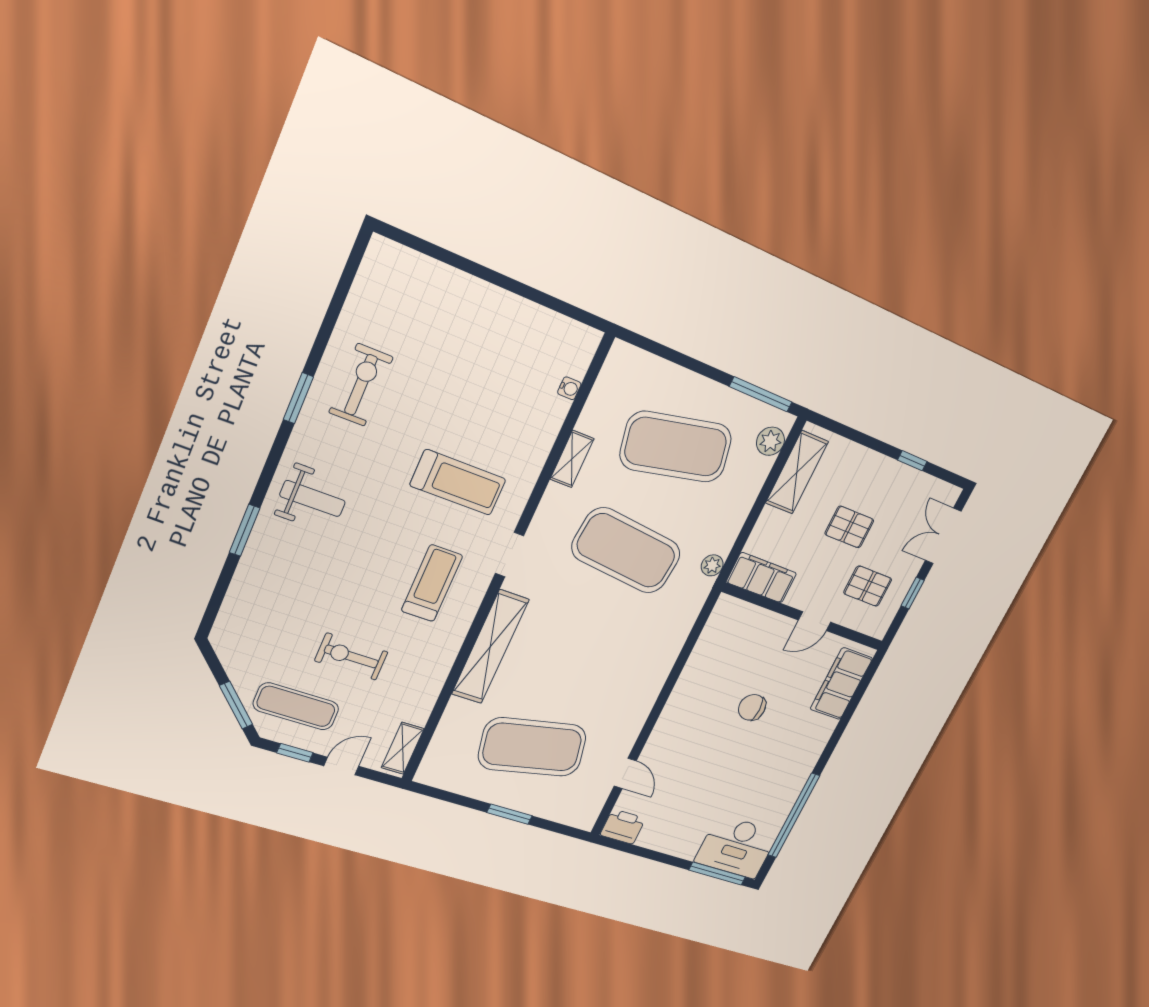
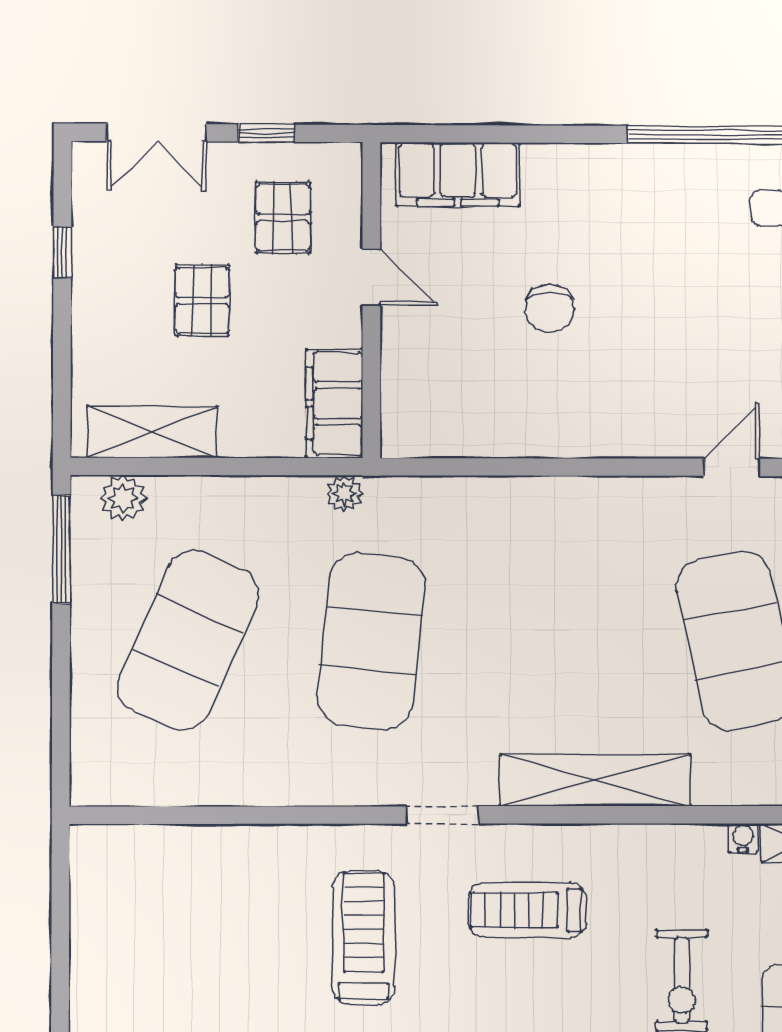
water cooler: (569, 388) -> (743, 838), moved
exercise mat: (676, 447) -> (188, 641), turned 36
shelving: (572, 459) -> (266, 788), removed

